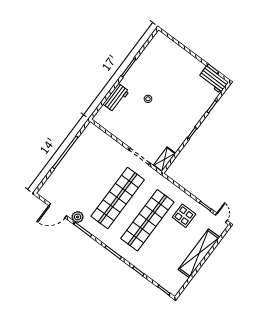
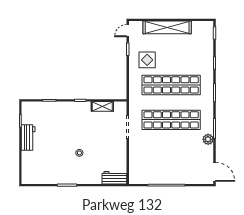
workbench: (213, 80) -> (28, 137), moved
workbench: (116, 98) -> (114, 178), moved
shelving: (164, 159) -> (102, 106), moved
door: (58, 211) -> (215, 172), moved

